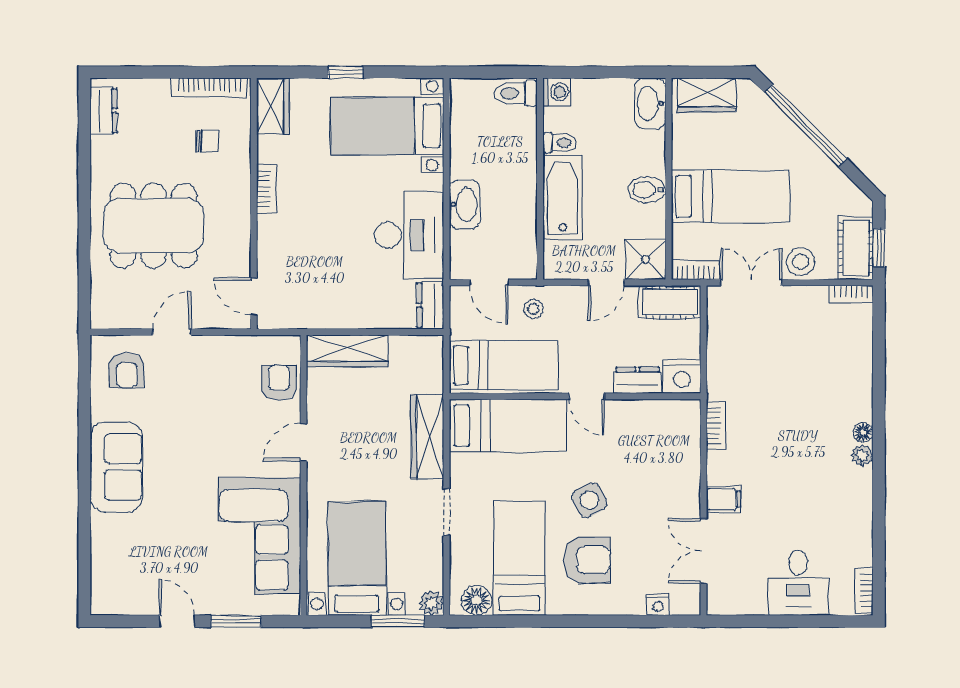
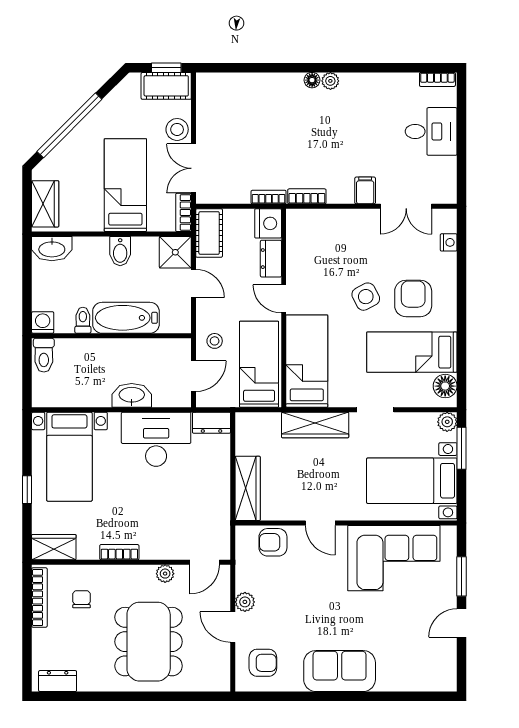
plant: (239, 247) -> (165, 574), added
bookcase: (851, 294) -> (269, 197), moved, turned -90
plant: (204, 347) -> (245, 602), added
door: (587, 396) -> (284, 299), swing flipped

